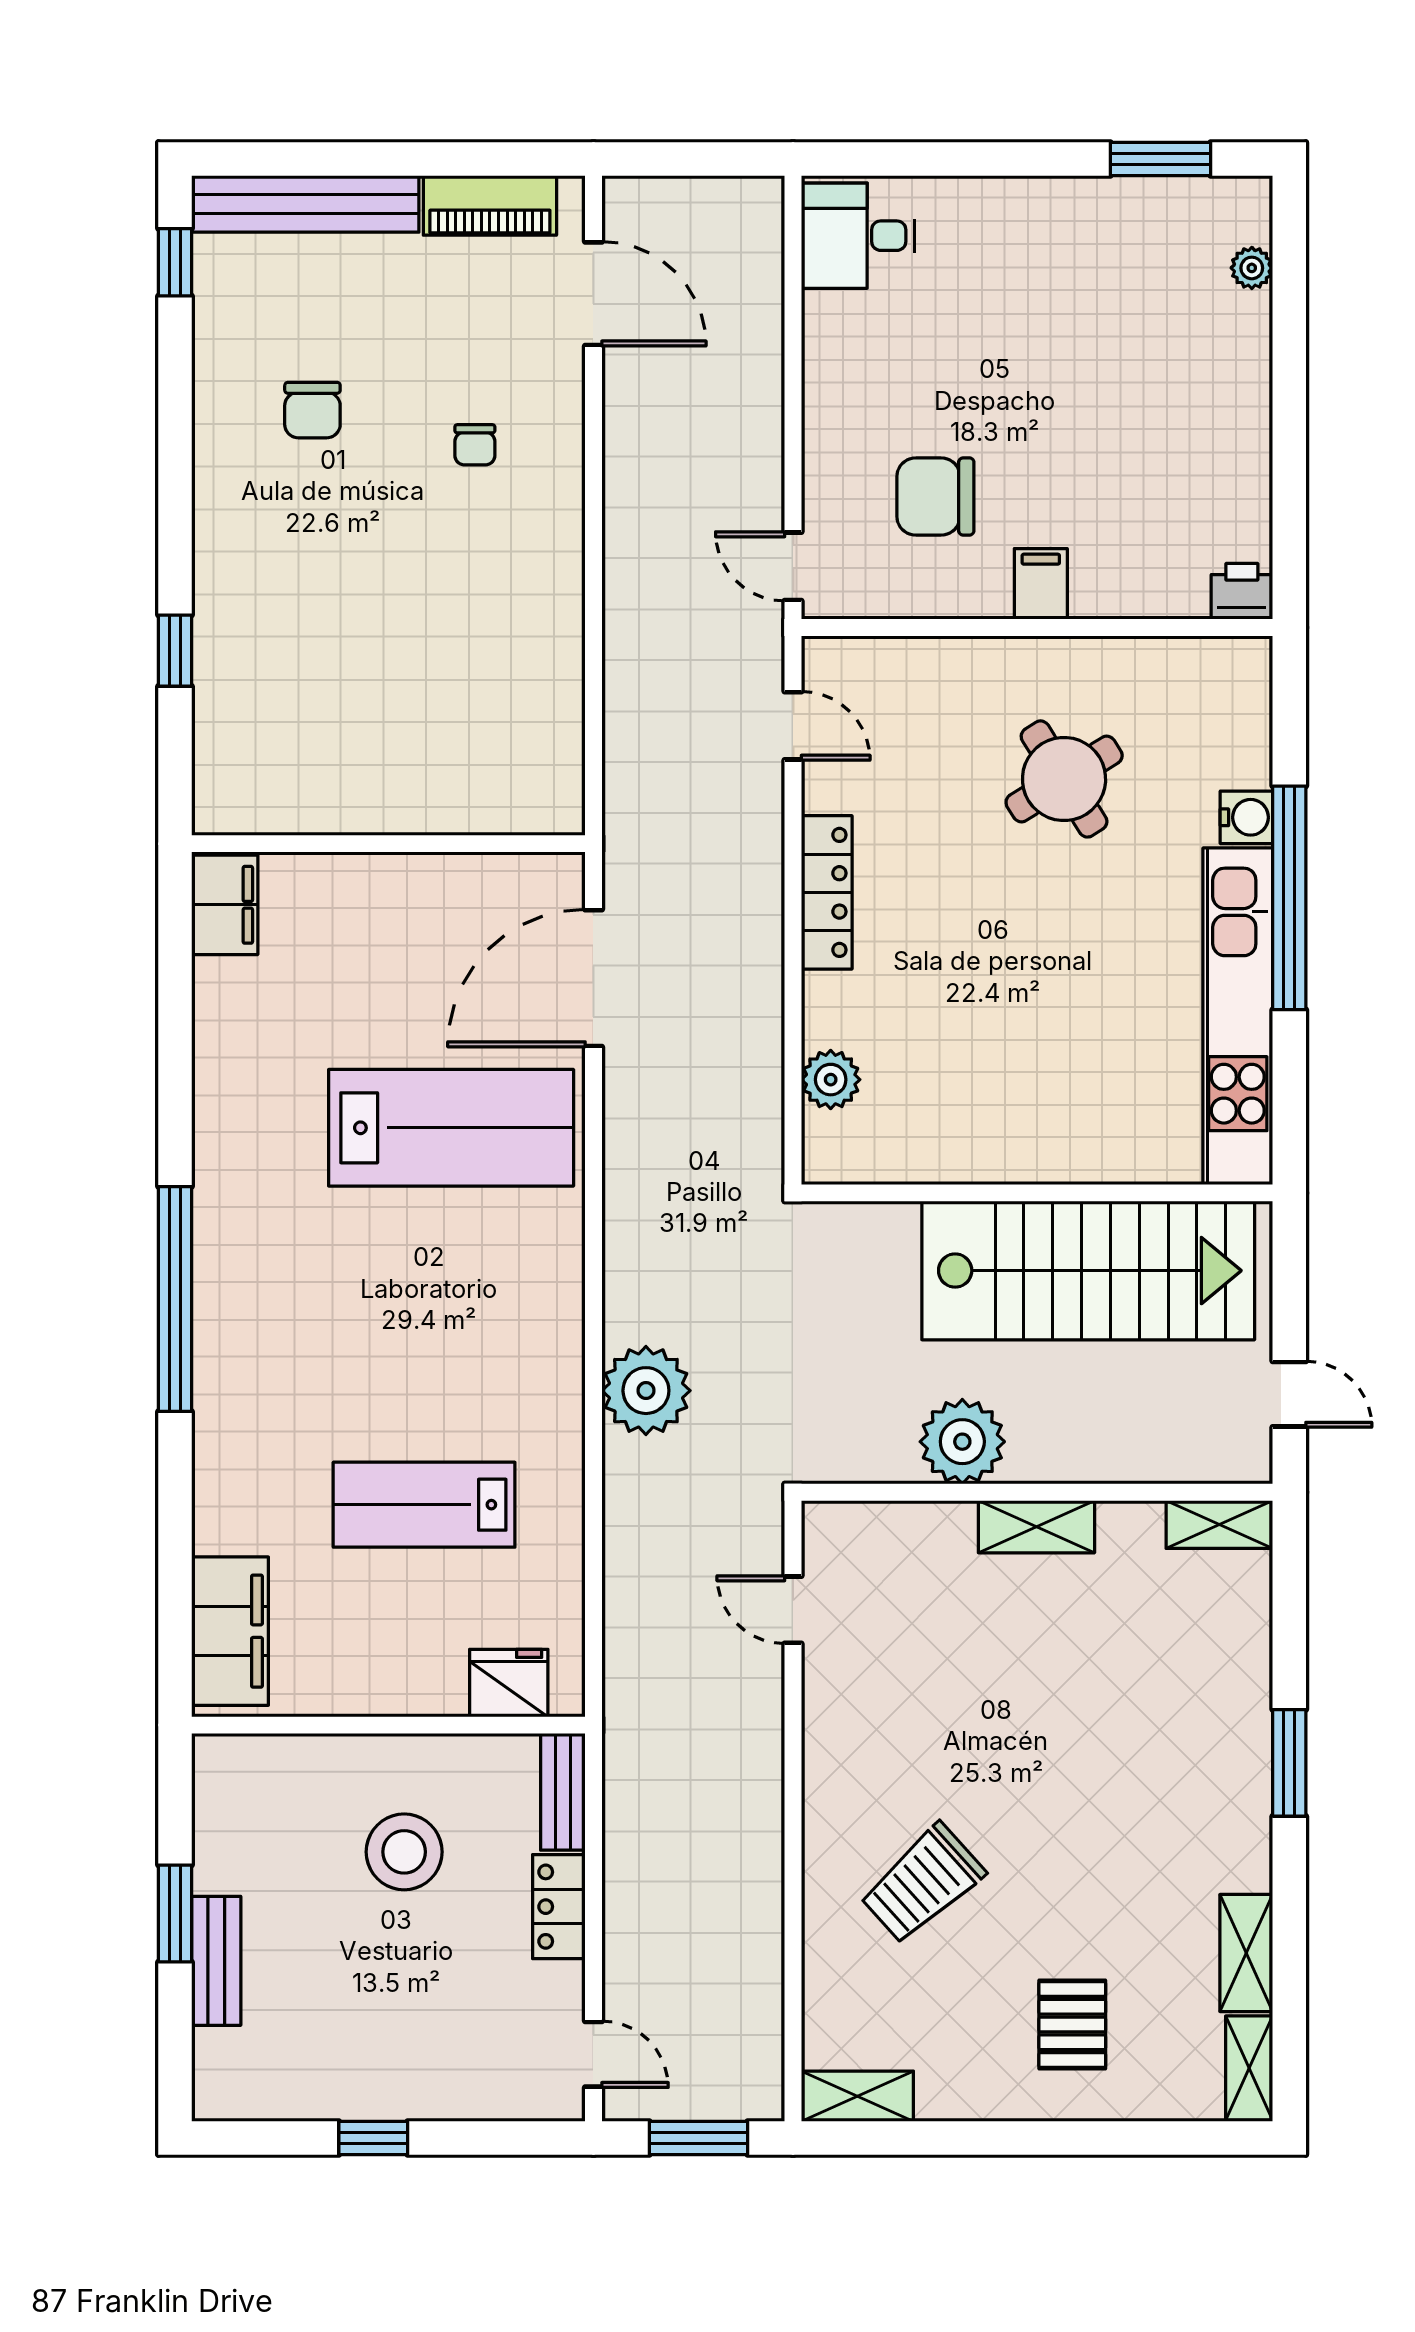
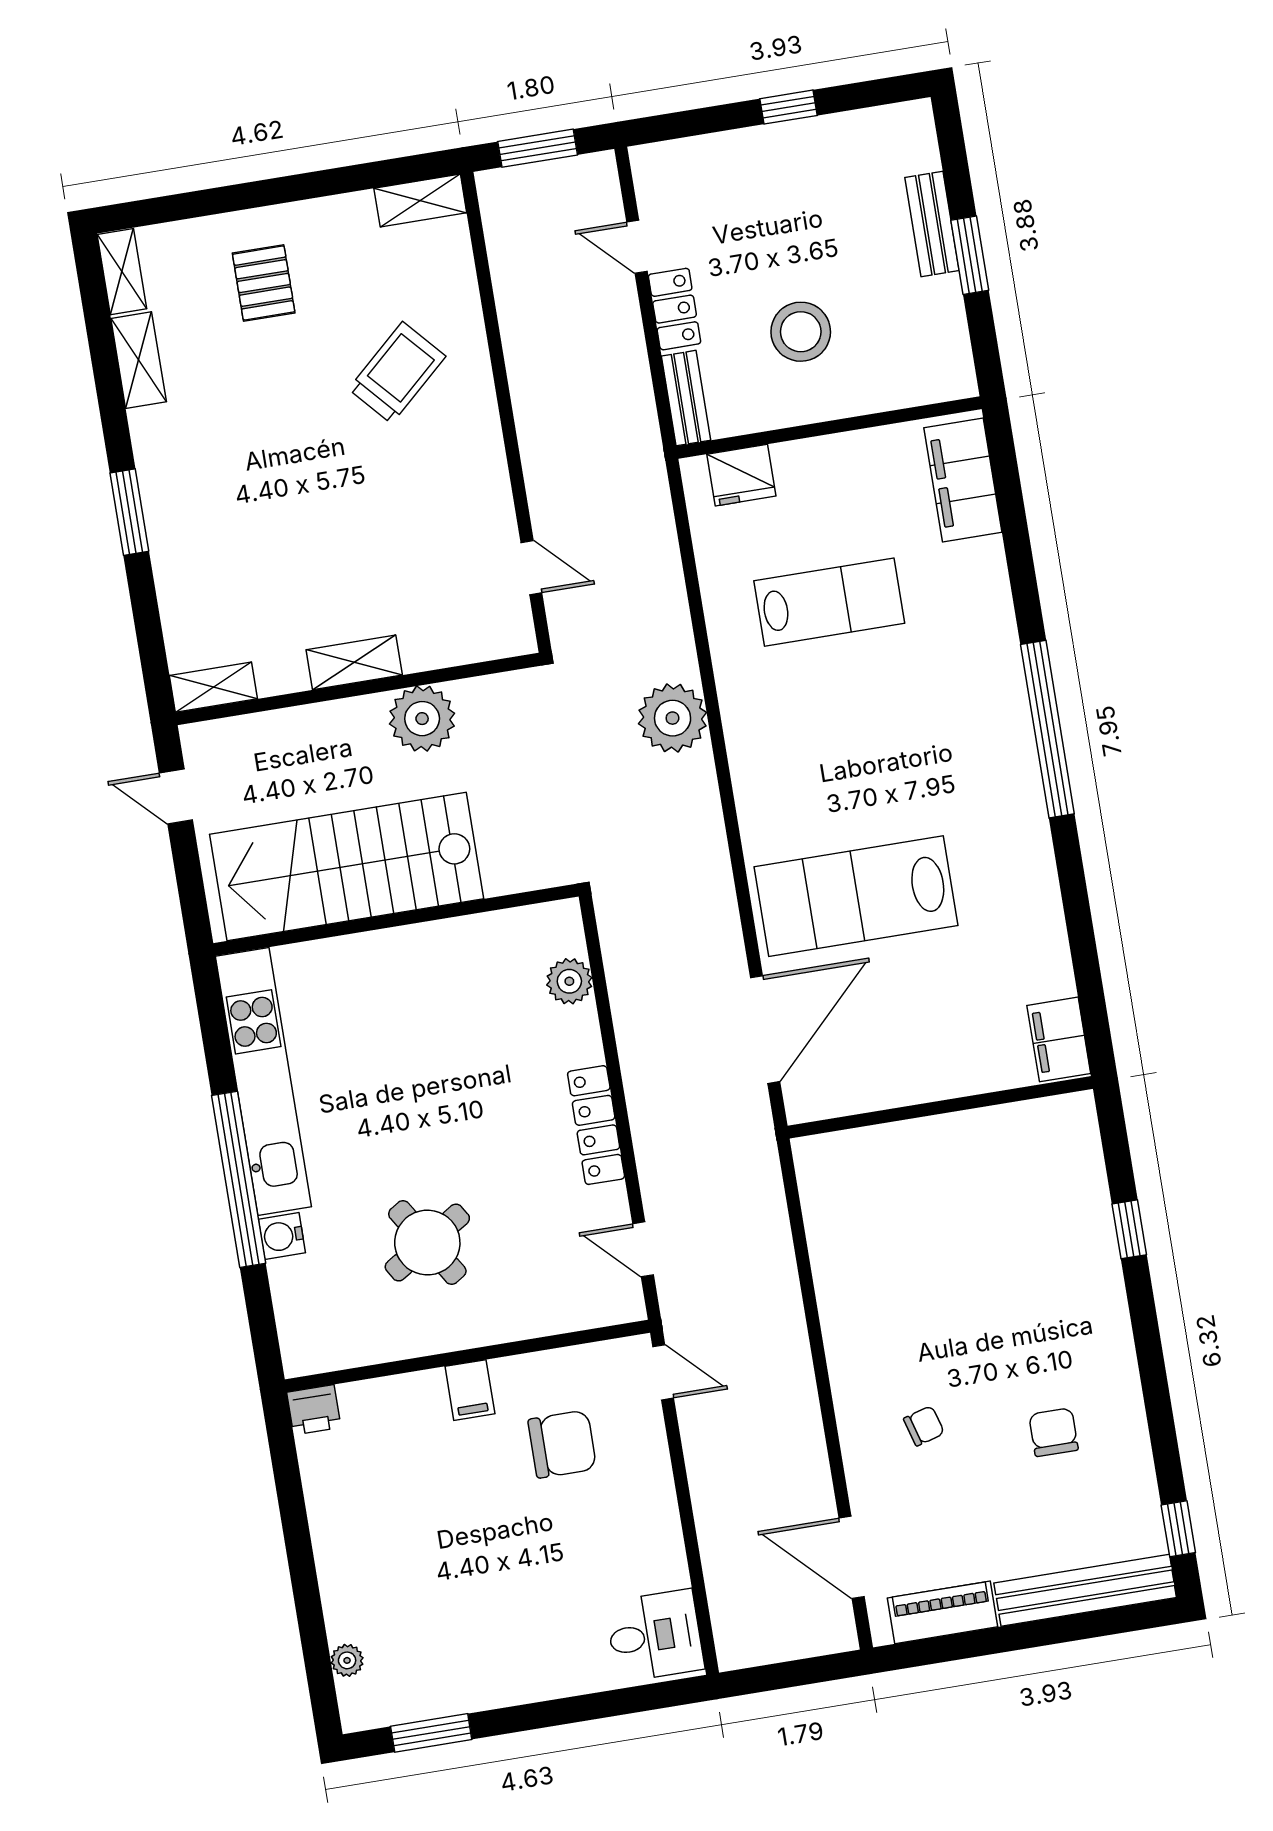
chair: (475, 445) -> (924, 1426), turned 74
door: (593, 2054) -> (637, 247), moved

